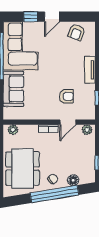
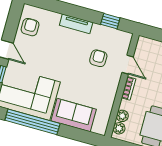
armchair: (77, 32) -> (30, 27), turned -111
plant: (87, 130) -> (122, 116), moved

